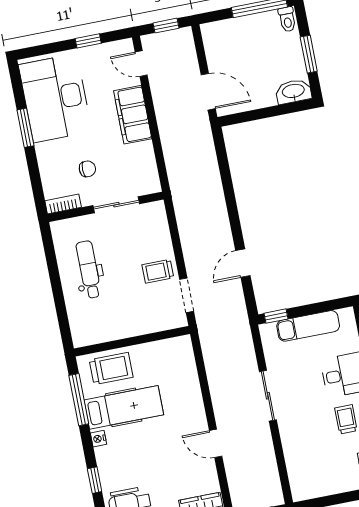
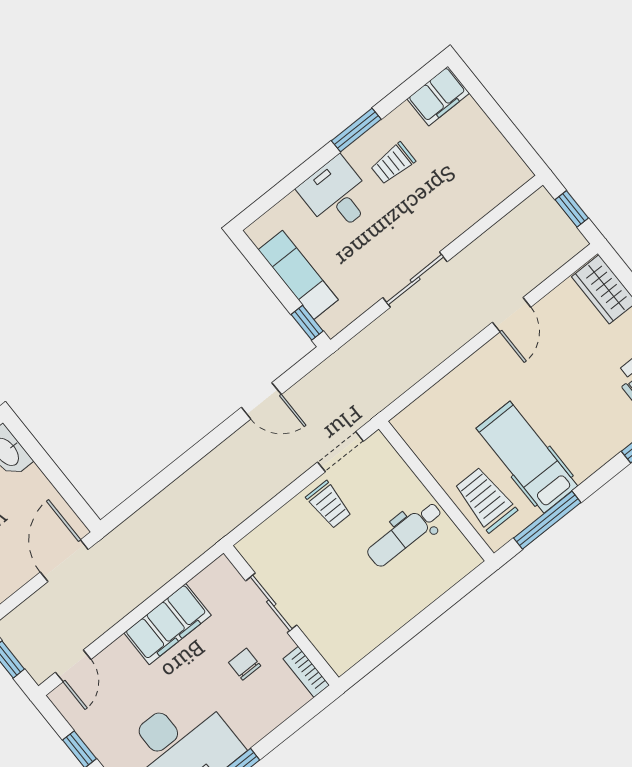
filing cabinet: (133, 115) -> (168, 624), moved
dental chair: (89, 270) -> (405, 534), moved
nightstand: (99, 439) -> (584, 468), removed

